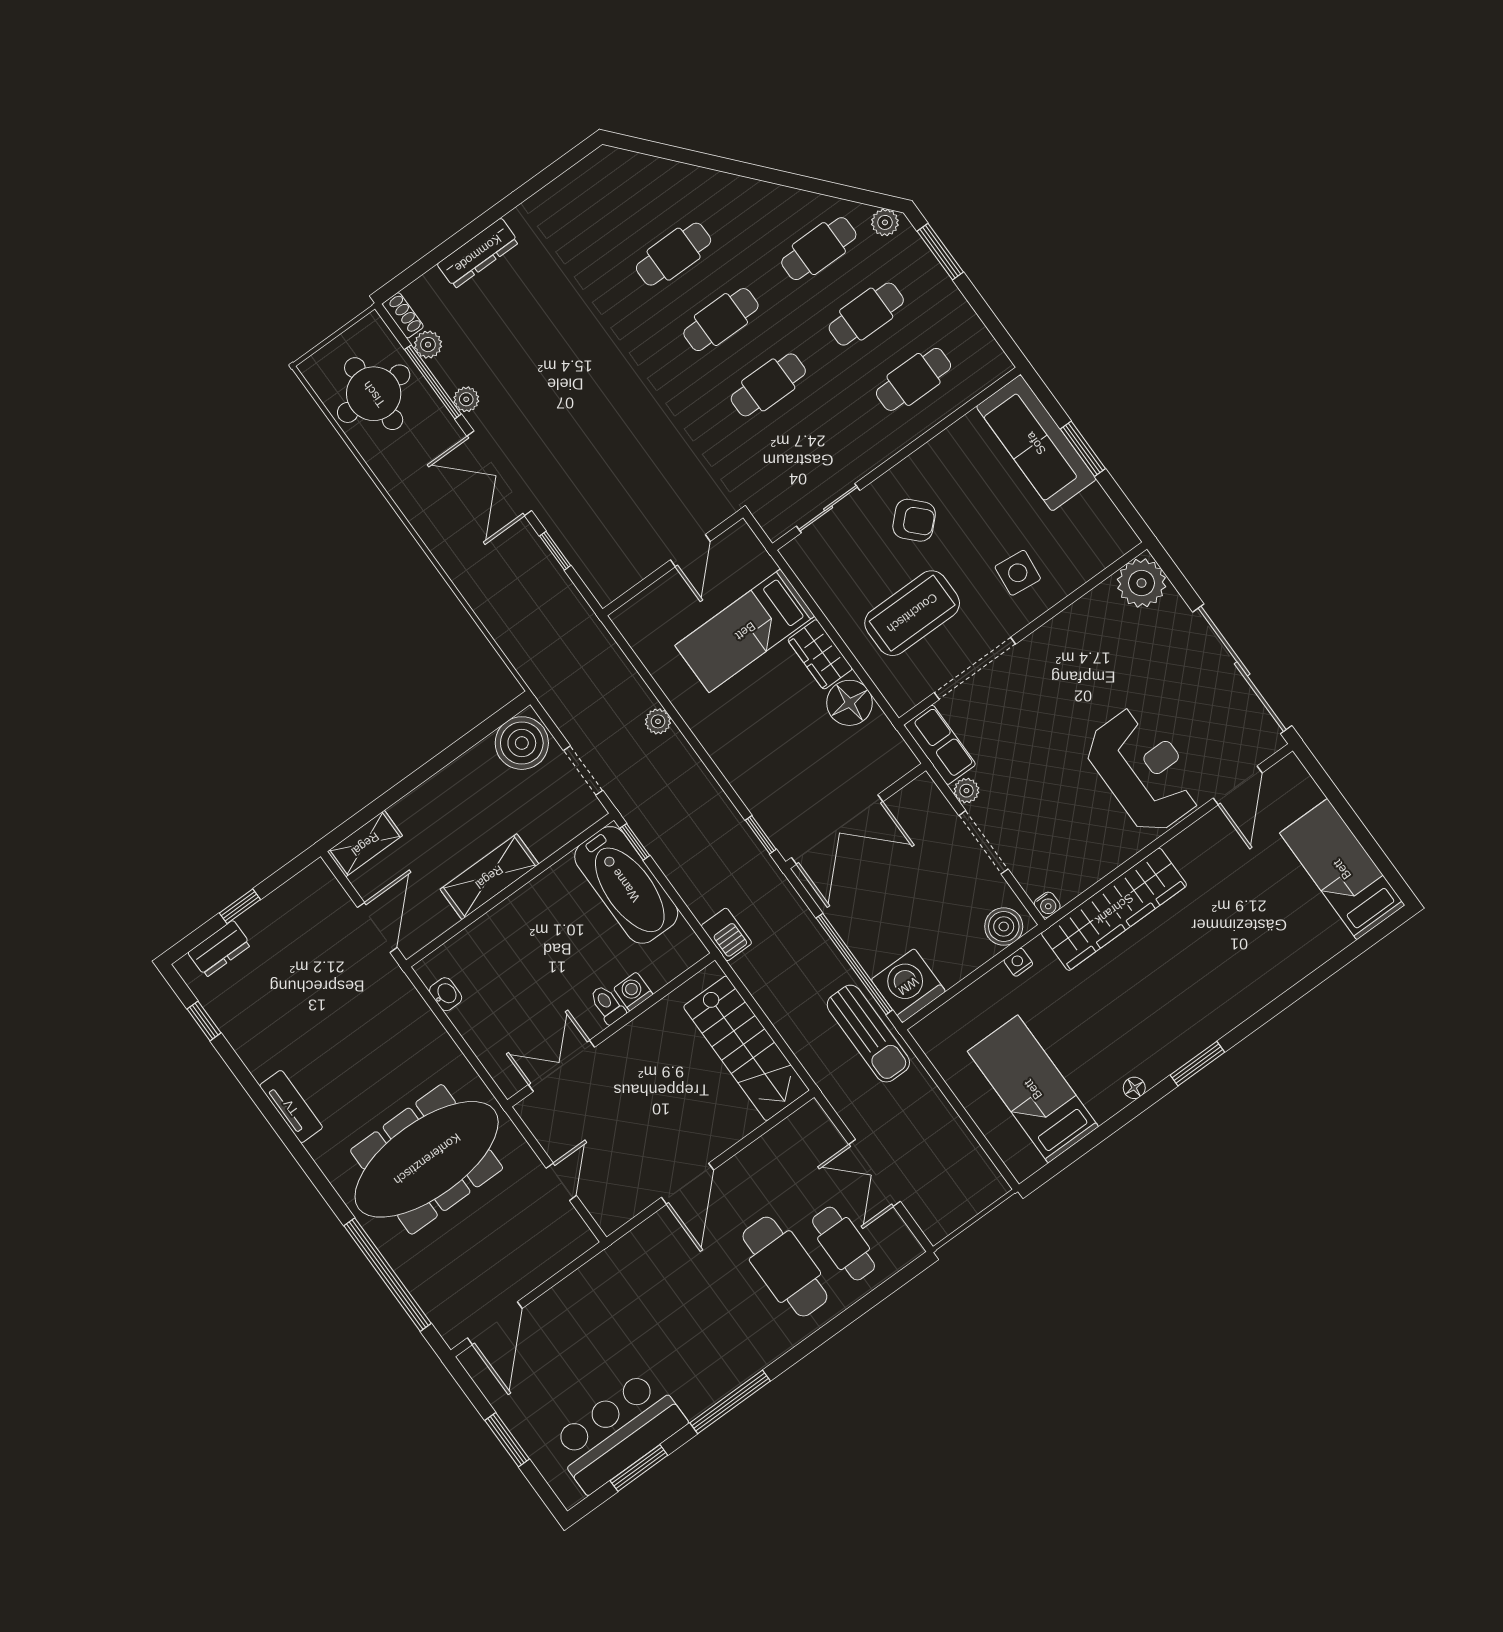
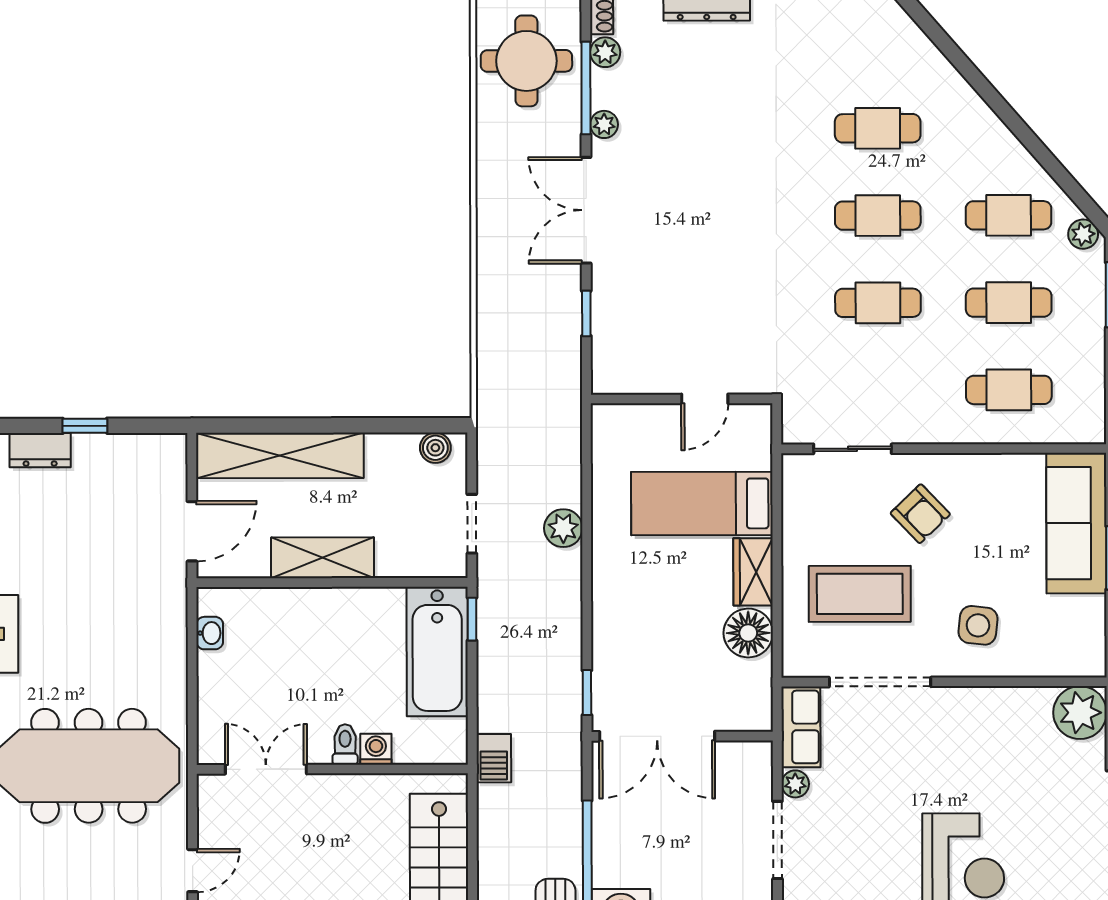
plant: (658, 721) -> (563, 528), width x1.38, depth x1.38
boiler: (522, 743) -> (435, 448), width x0.54, depth x0.54
shelving: (365, 844) -> (280, 455), width x2.20, depth x1.33

